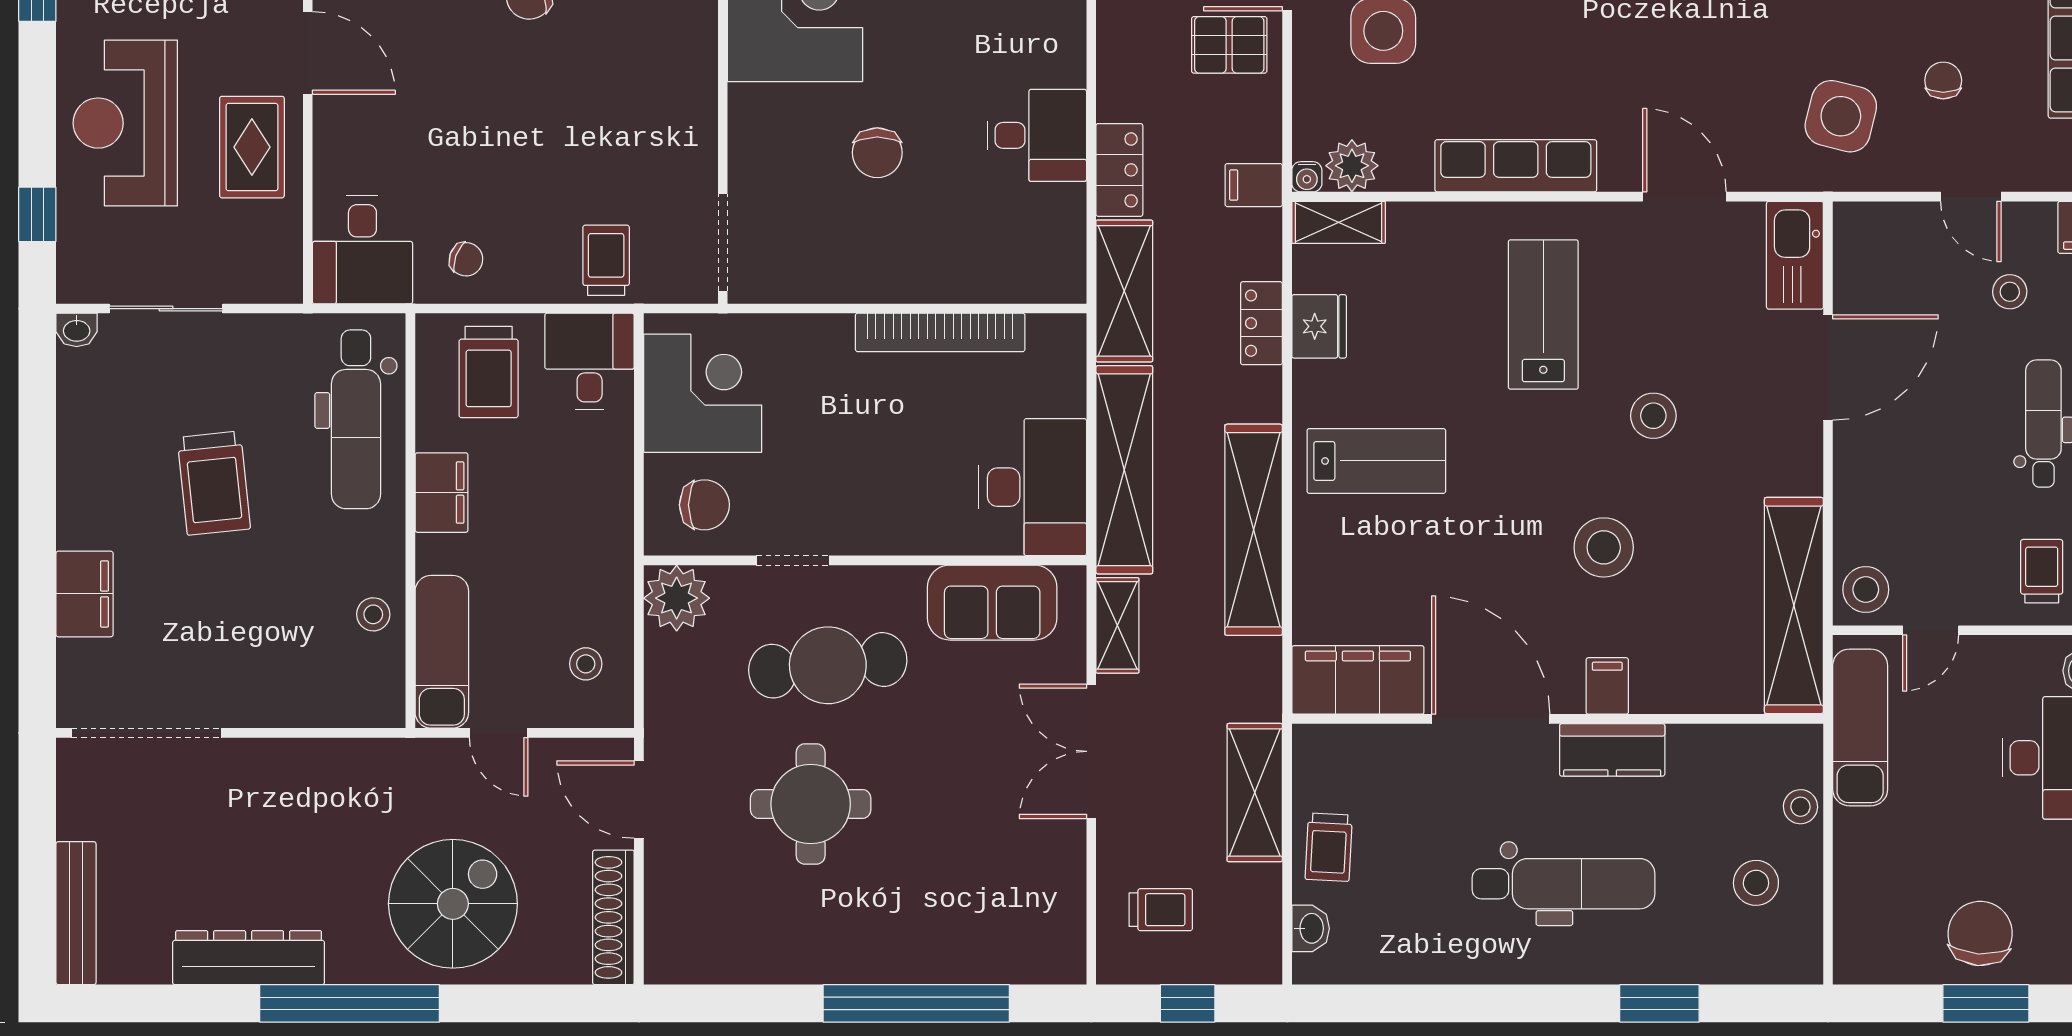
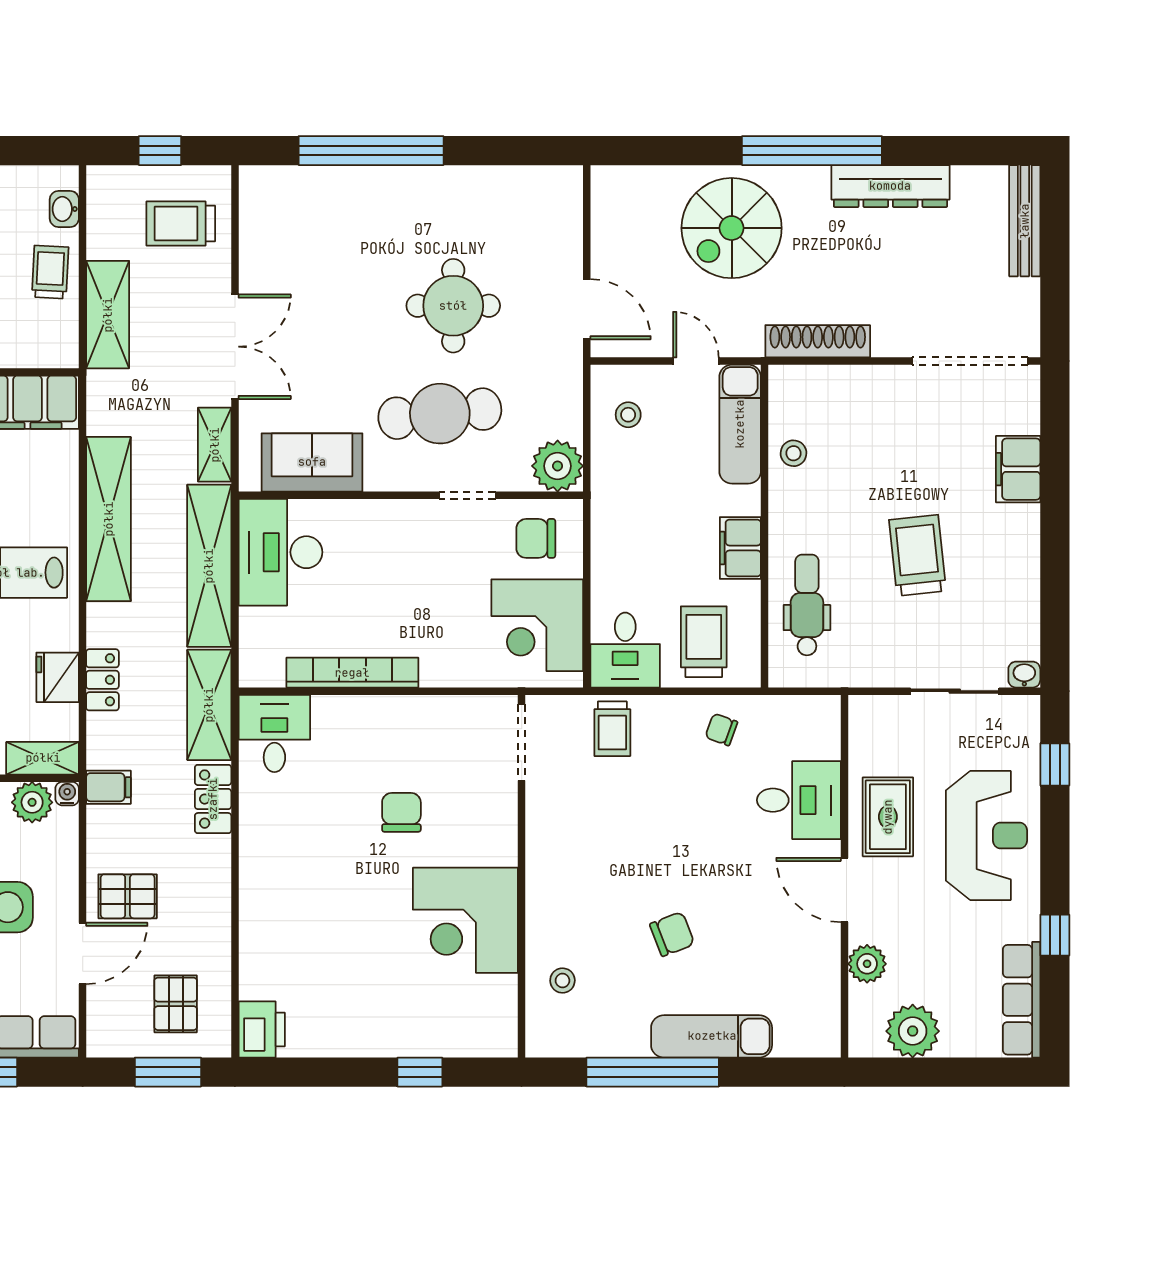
desk: (1037, 135) -> (274, 733), moved, turned 90
desk: (362, 250) -> (799, 800), moved, turned 90
dental chair: (356, 419) -> (807, 605), width x0.73, depth x0.72
trolley: (1161, 910) -> (181, 223), width x1.36, depth x1.39
shoe rack: (613, 917) -> (818, 341), moved, turned -90

